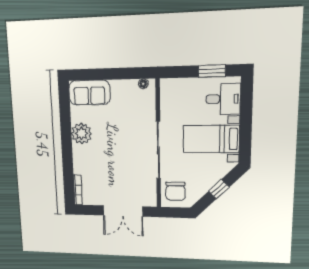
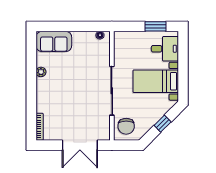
plant: (81, 133) -> (41, 72), width x0.53, depth x0.53

